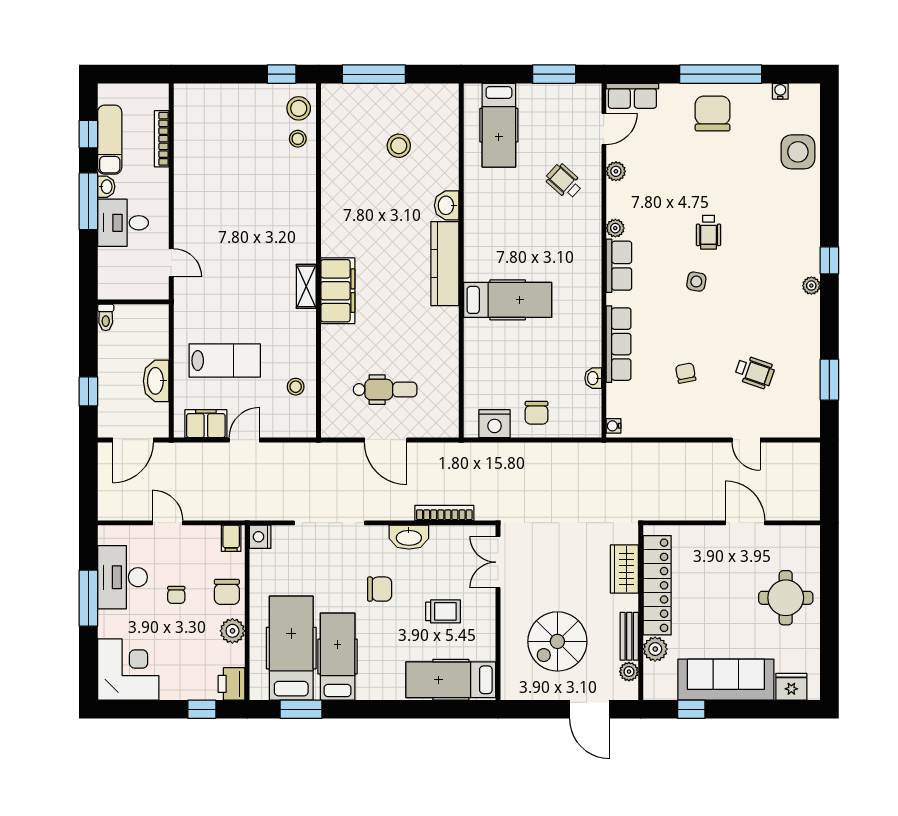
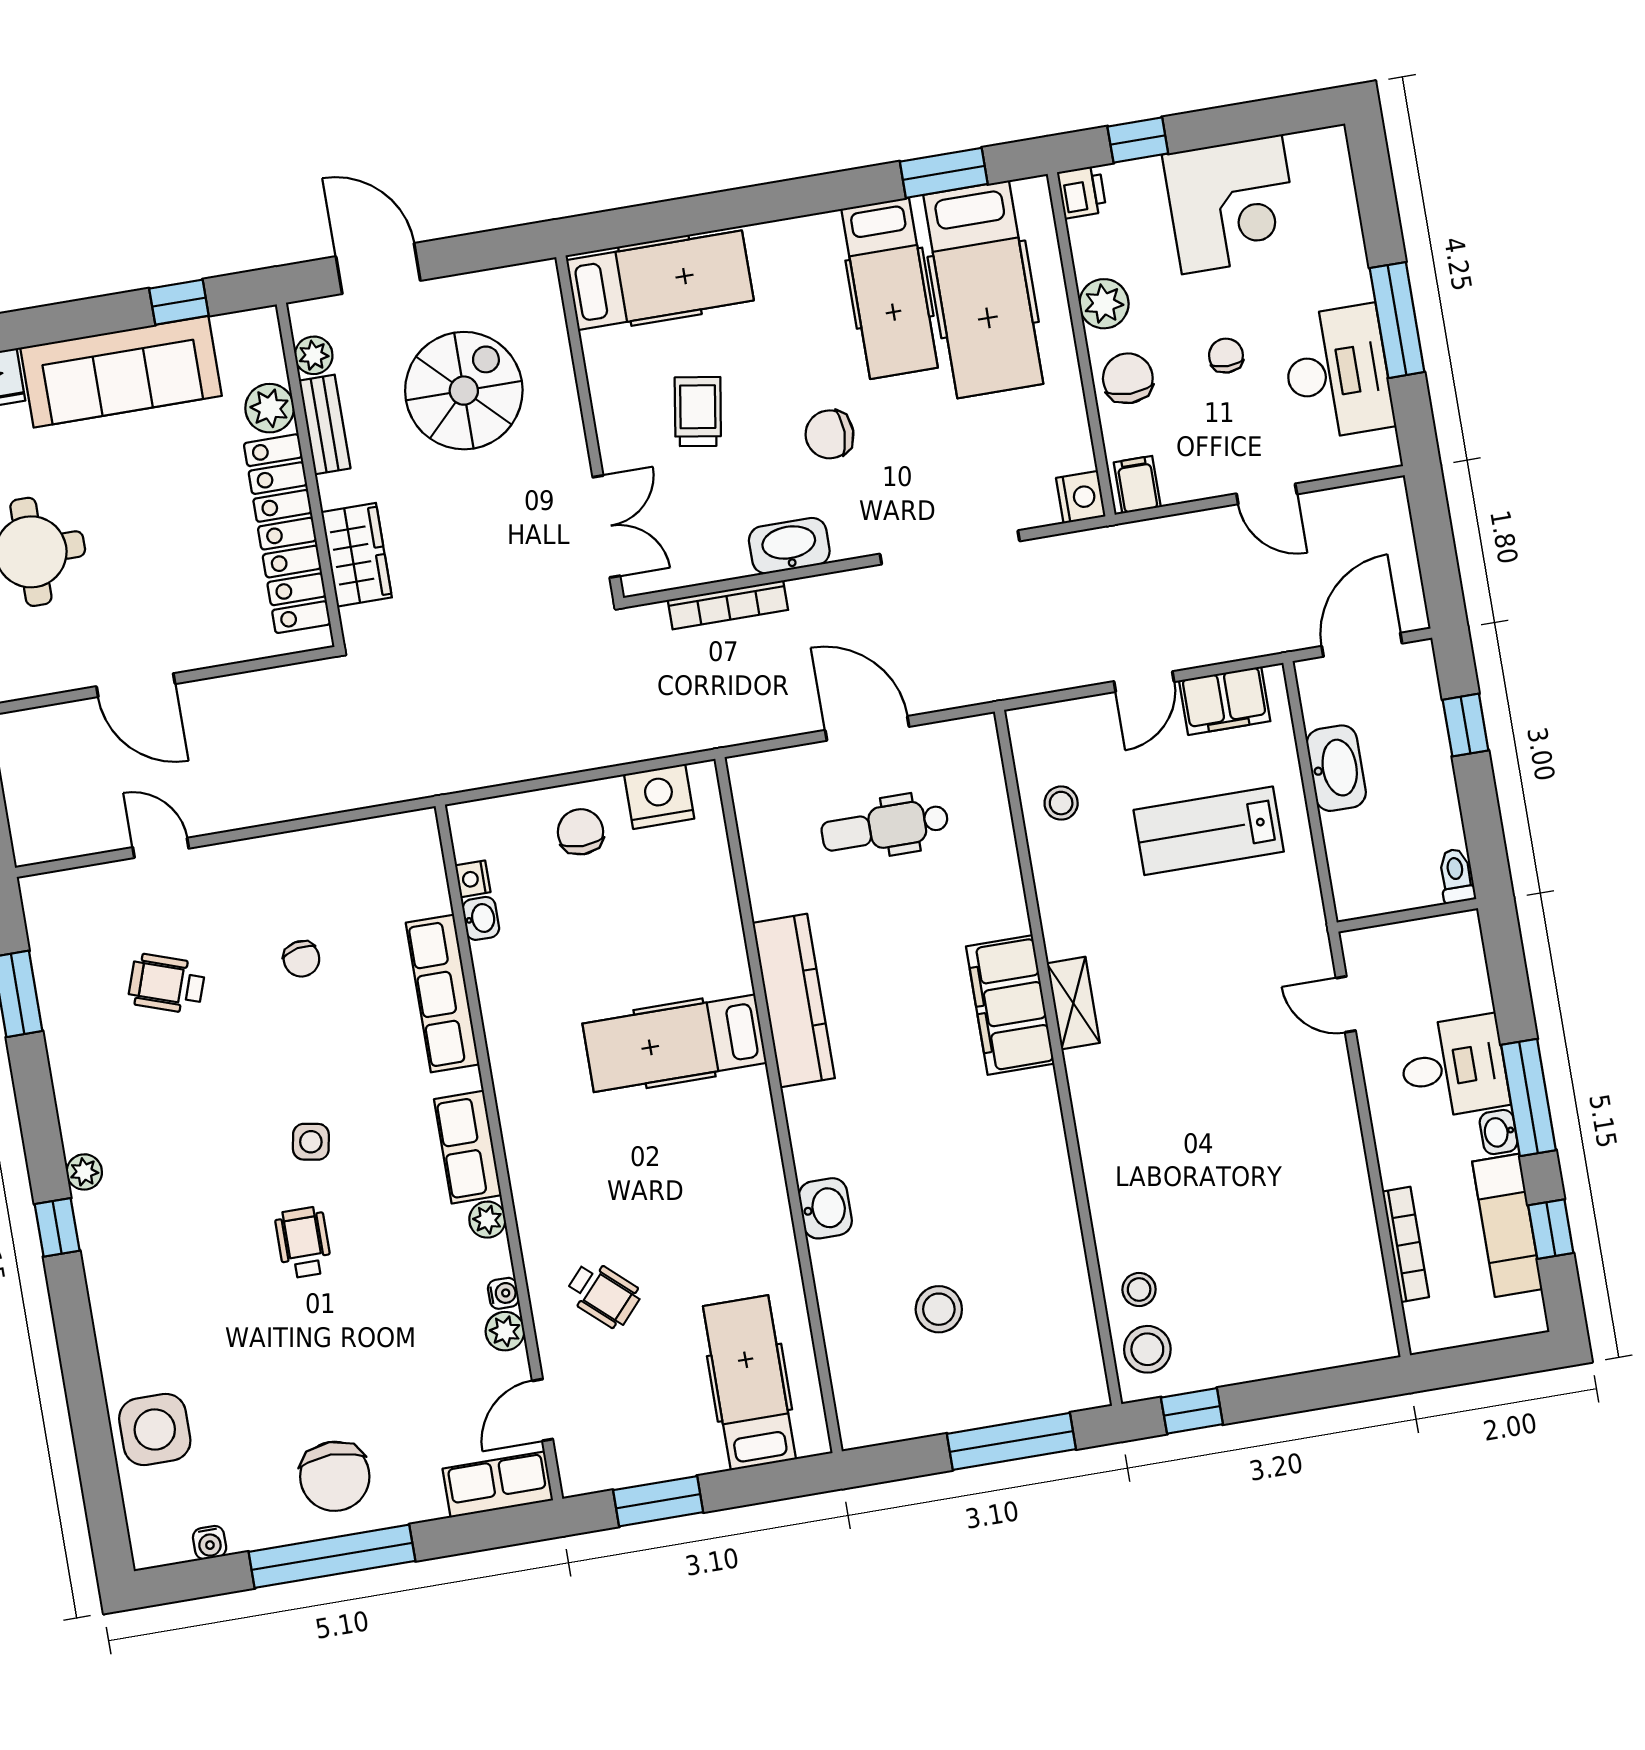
kitchen counter: (445, 264) -> (794, 1001), moved
nightstand: (594, 398) -> (473, 879), added
water cooler: (614, 426) -> (503, 1293), moved
trolley: (443, 611) -> (698, 412), turned 99
corner desk: (128, 669) -> (1232, 204), moved, turned -90
printer: (231, 684) -> (1082, 192), width x0.73, depth x0.81

